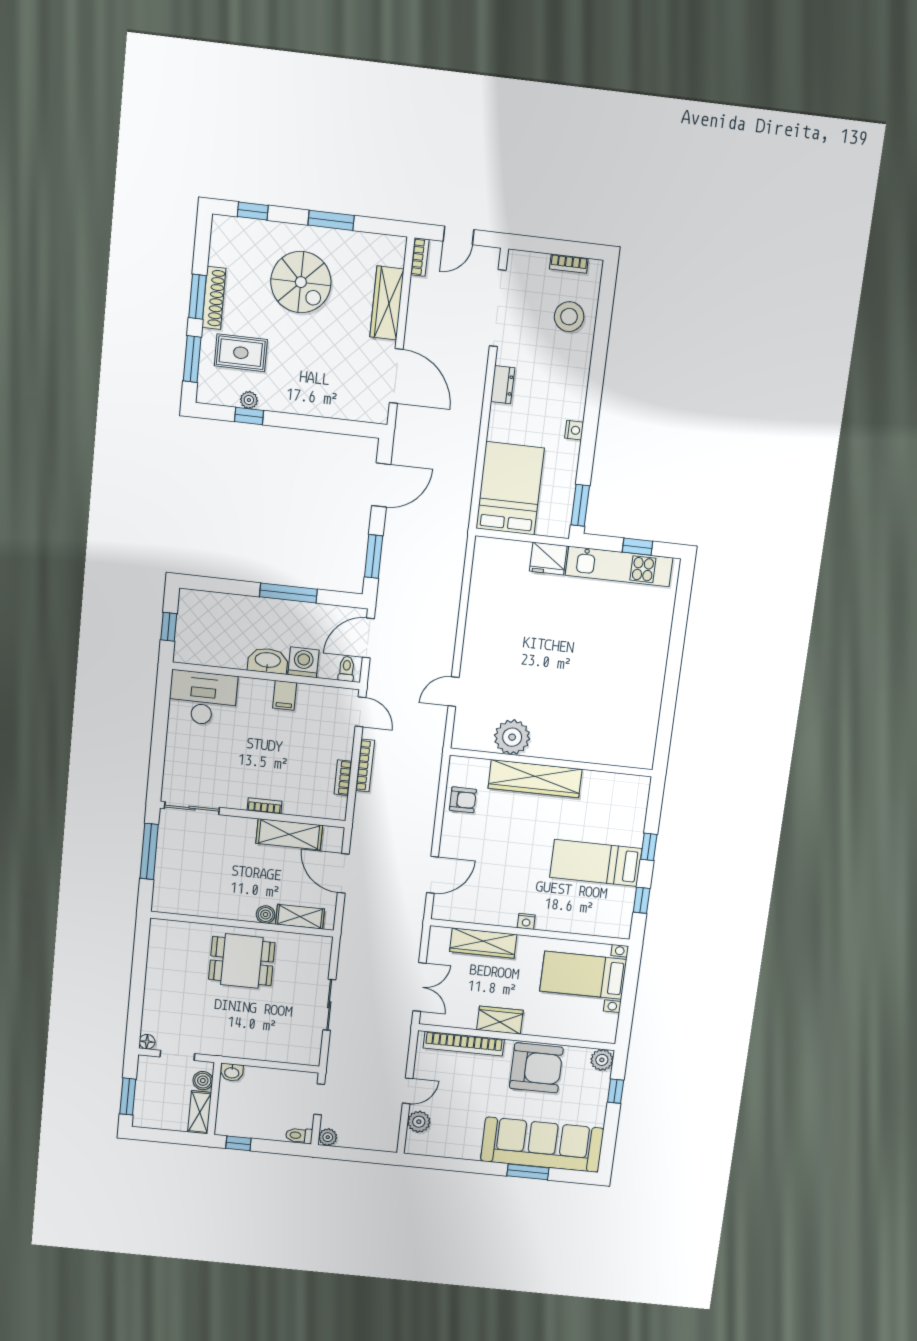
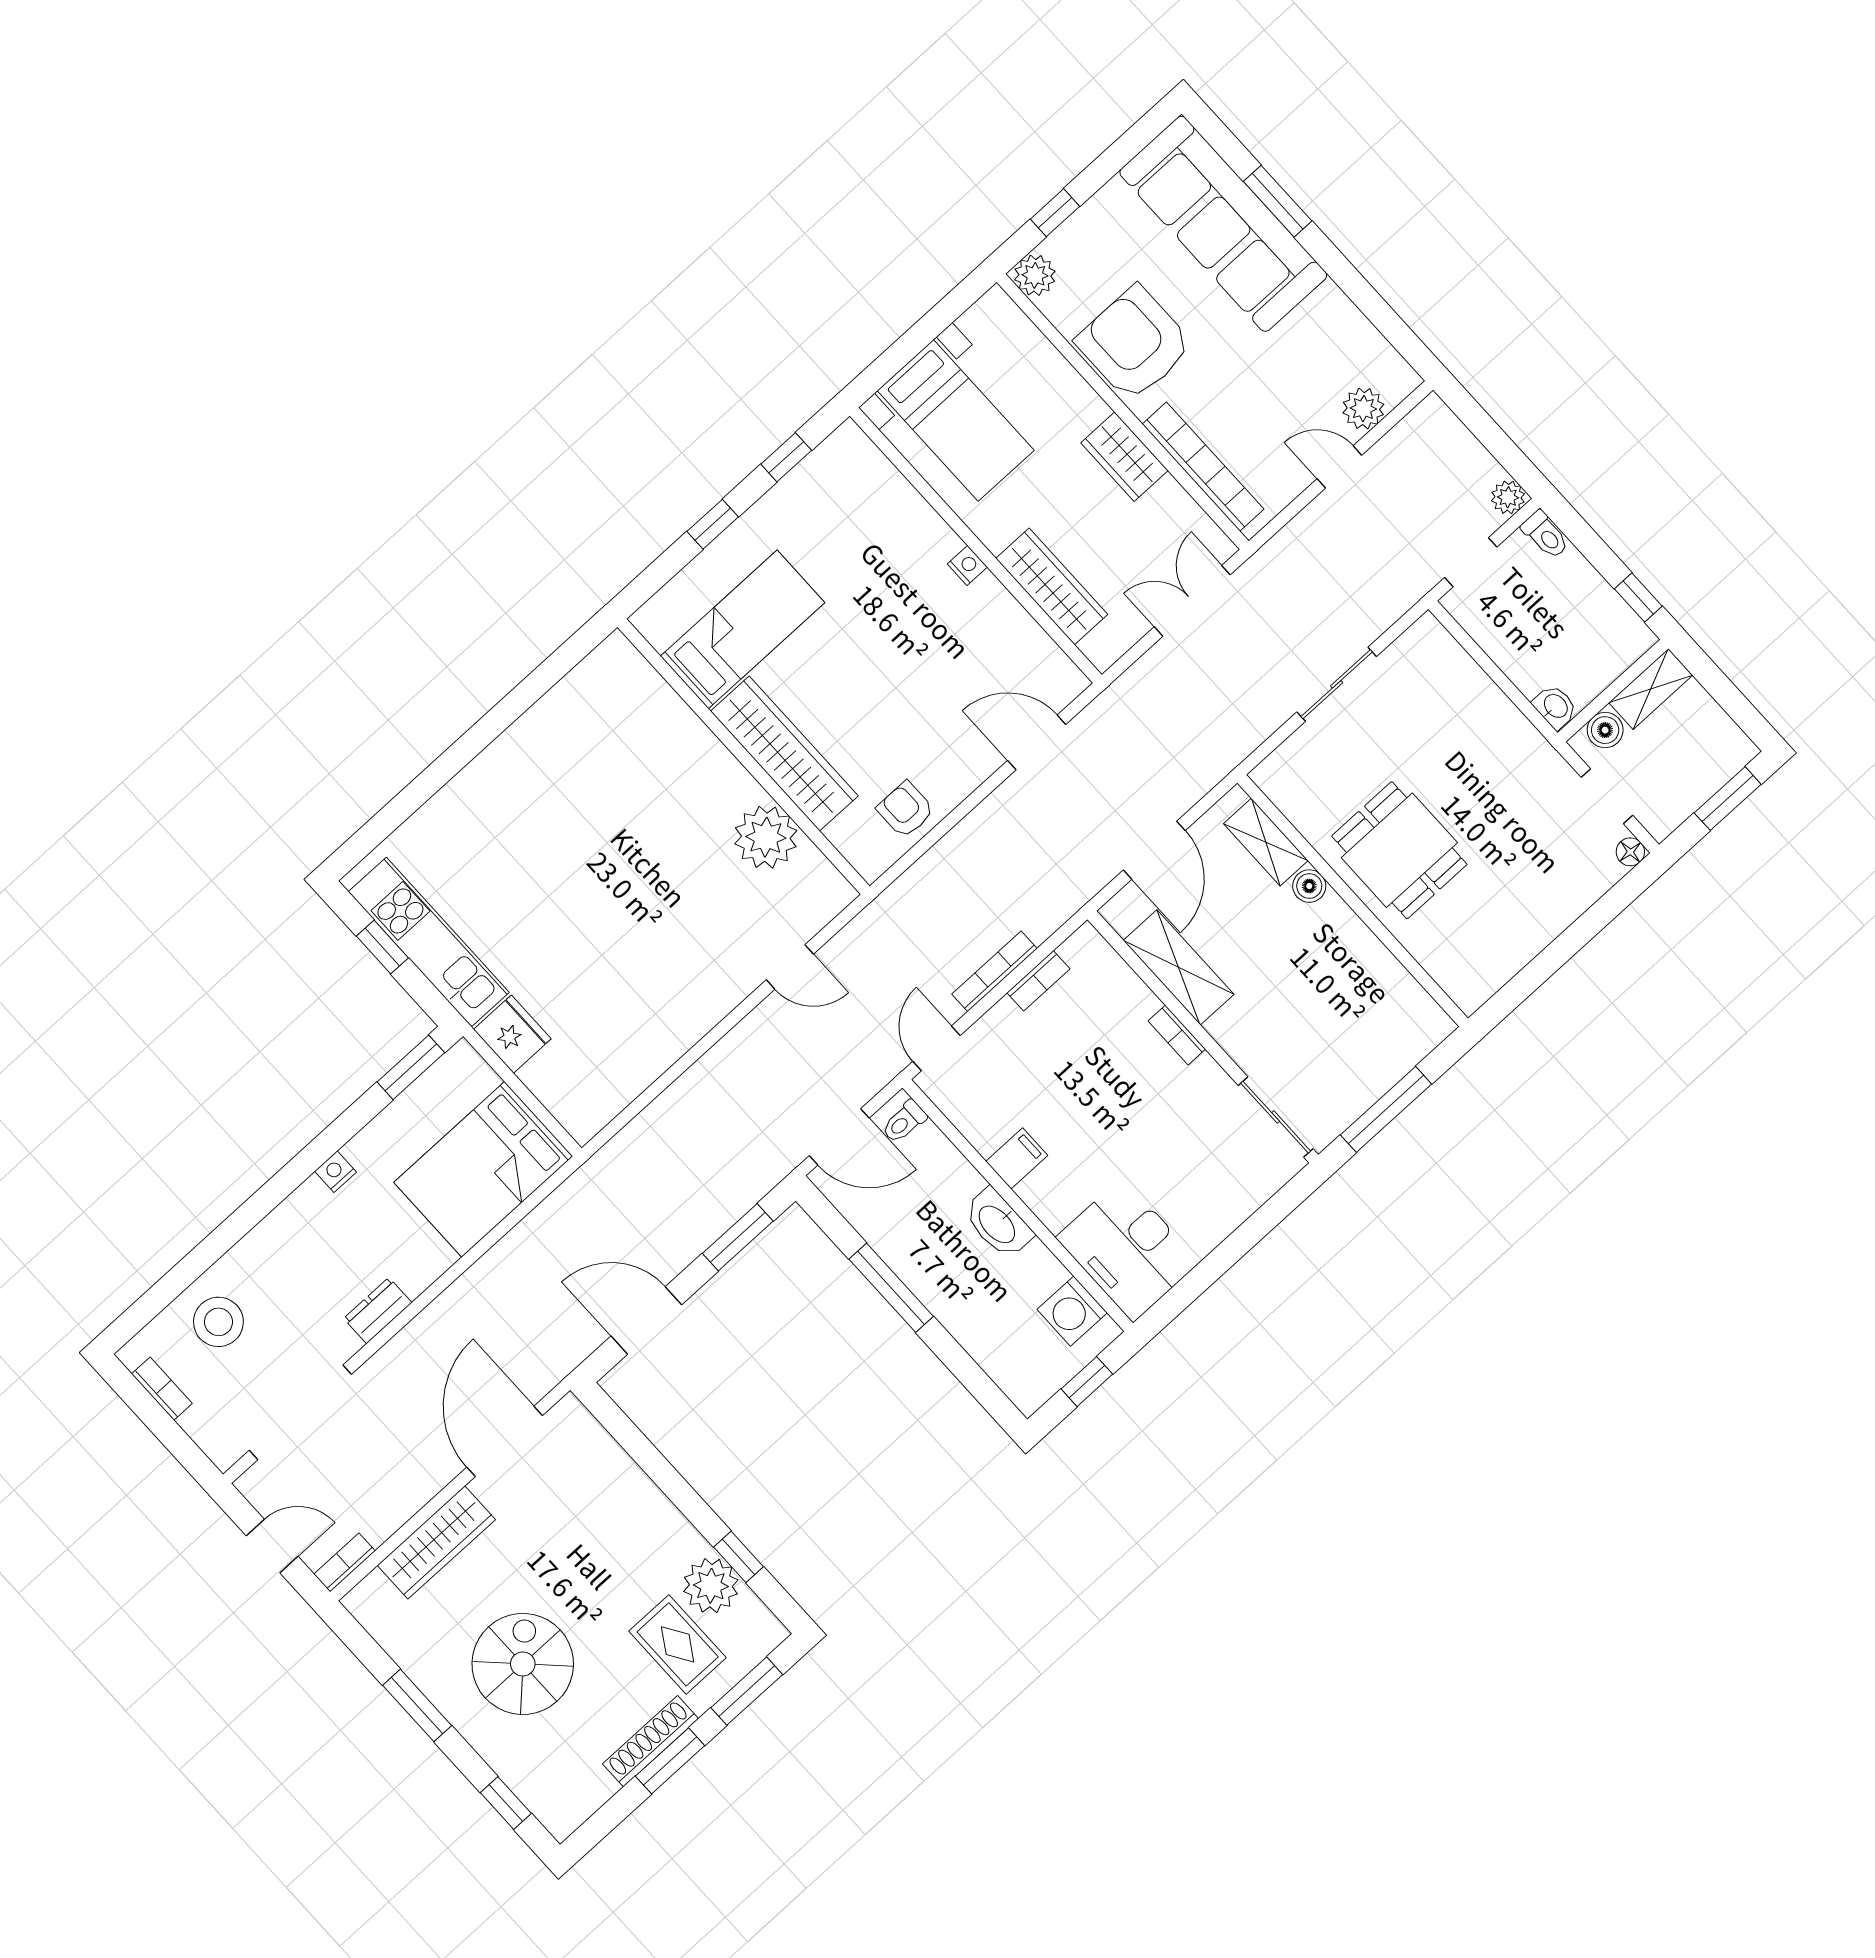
plant: (249, 400) -> (711, 1586), width x1.88, depth x1.88
washing machine: (303, 662) -> (1072, 1311), moved
bed: (596, 863) -> (743, 629), moved, turned -90

